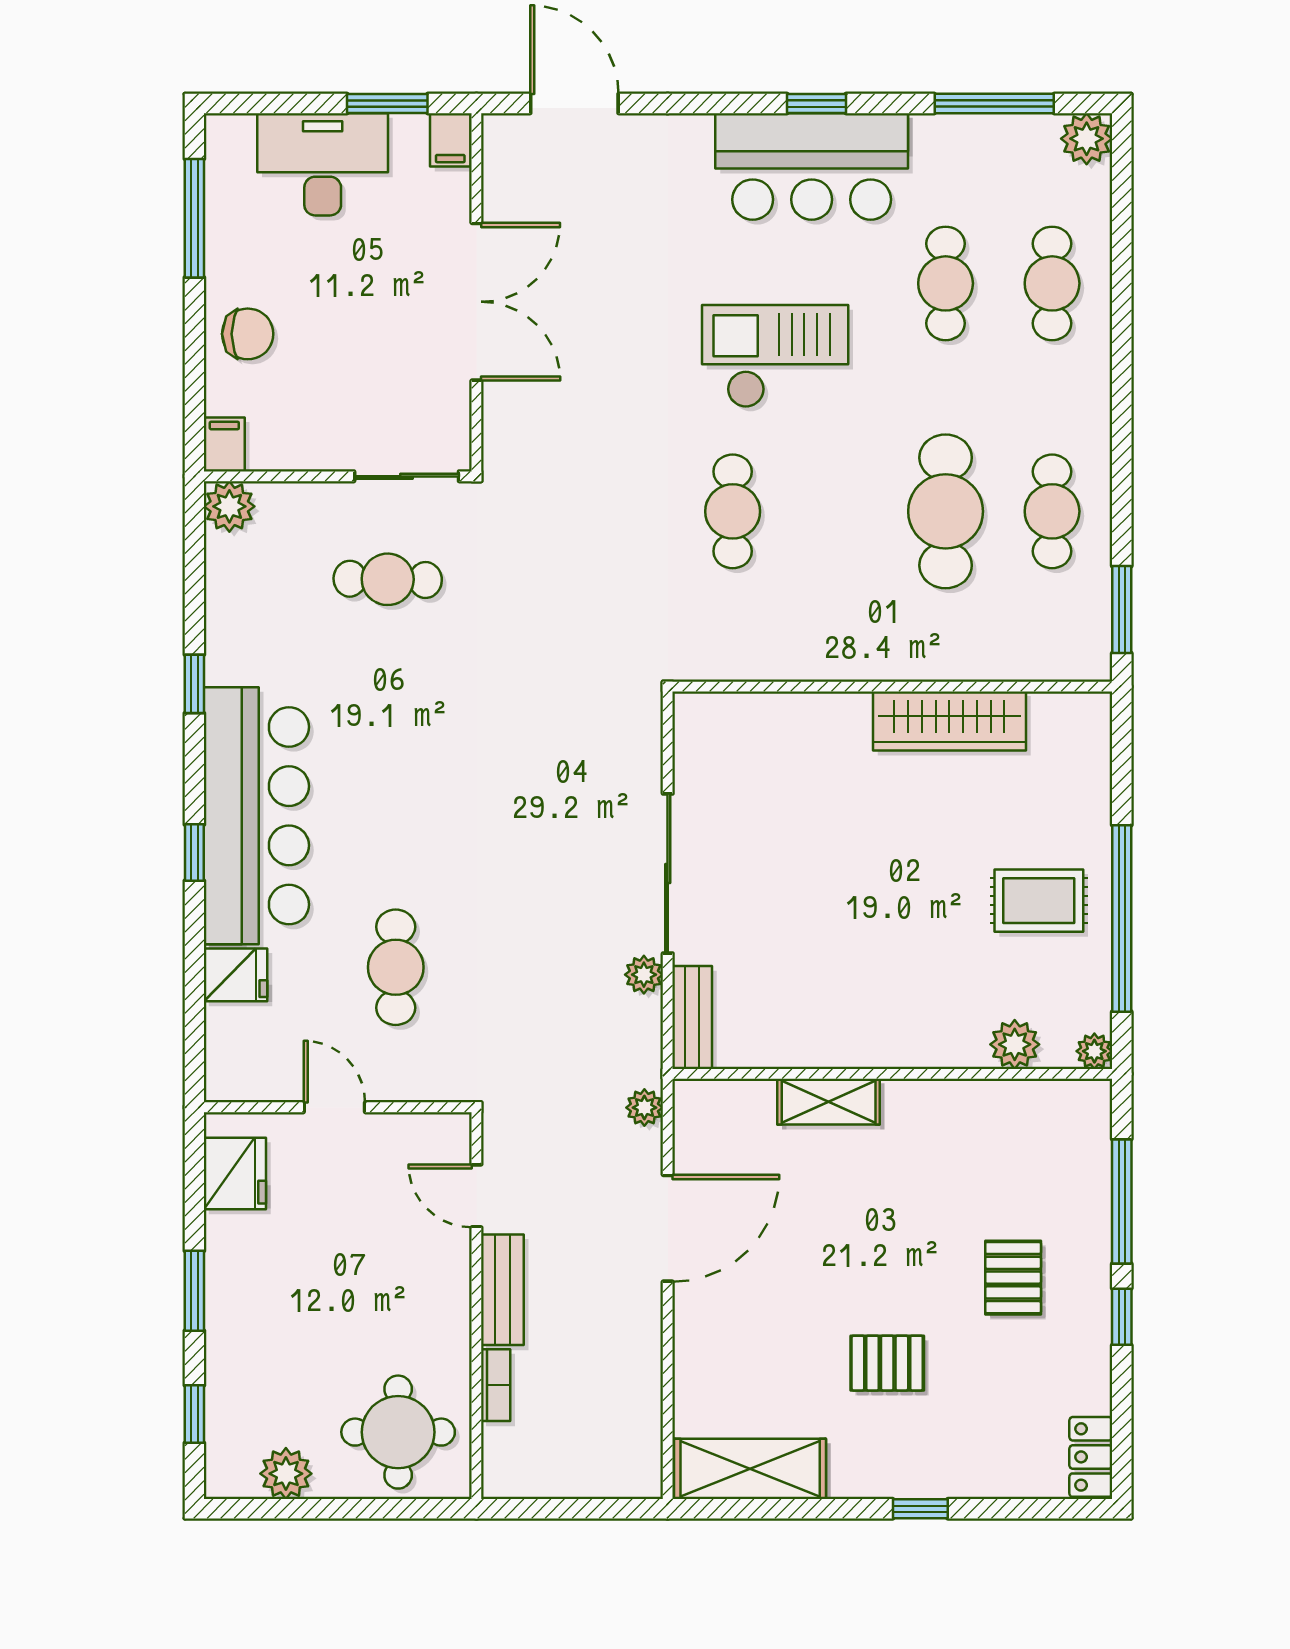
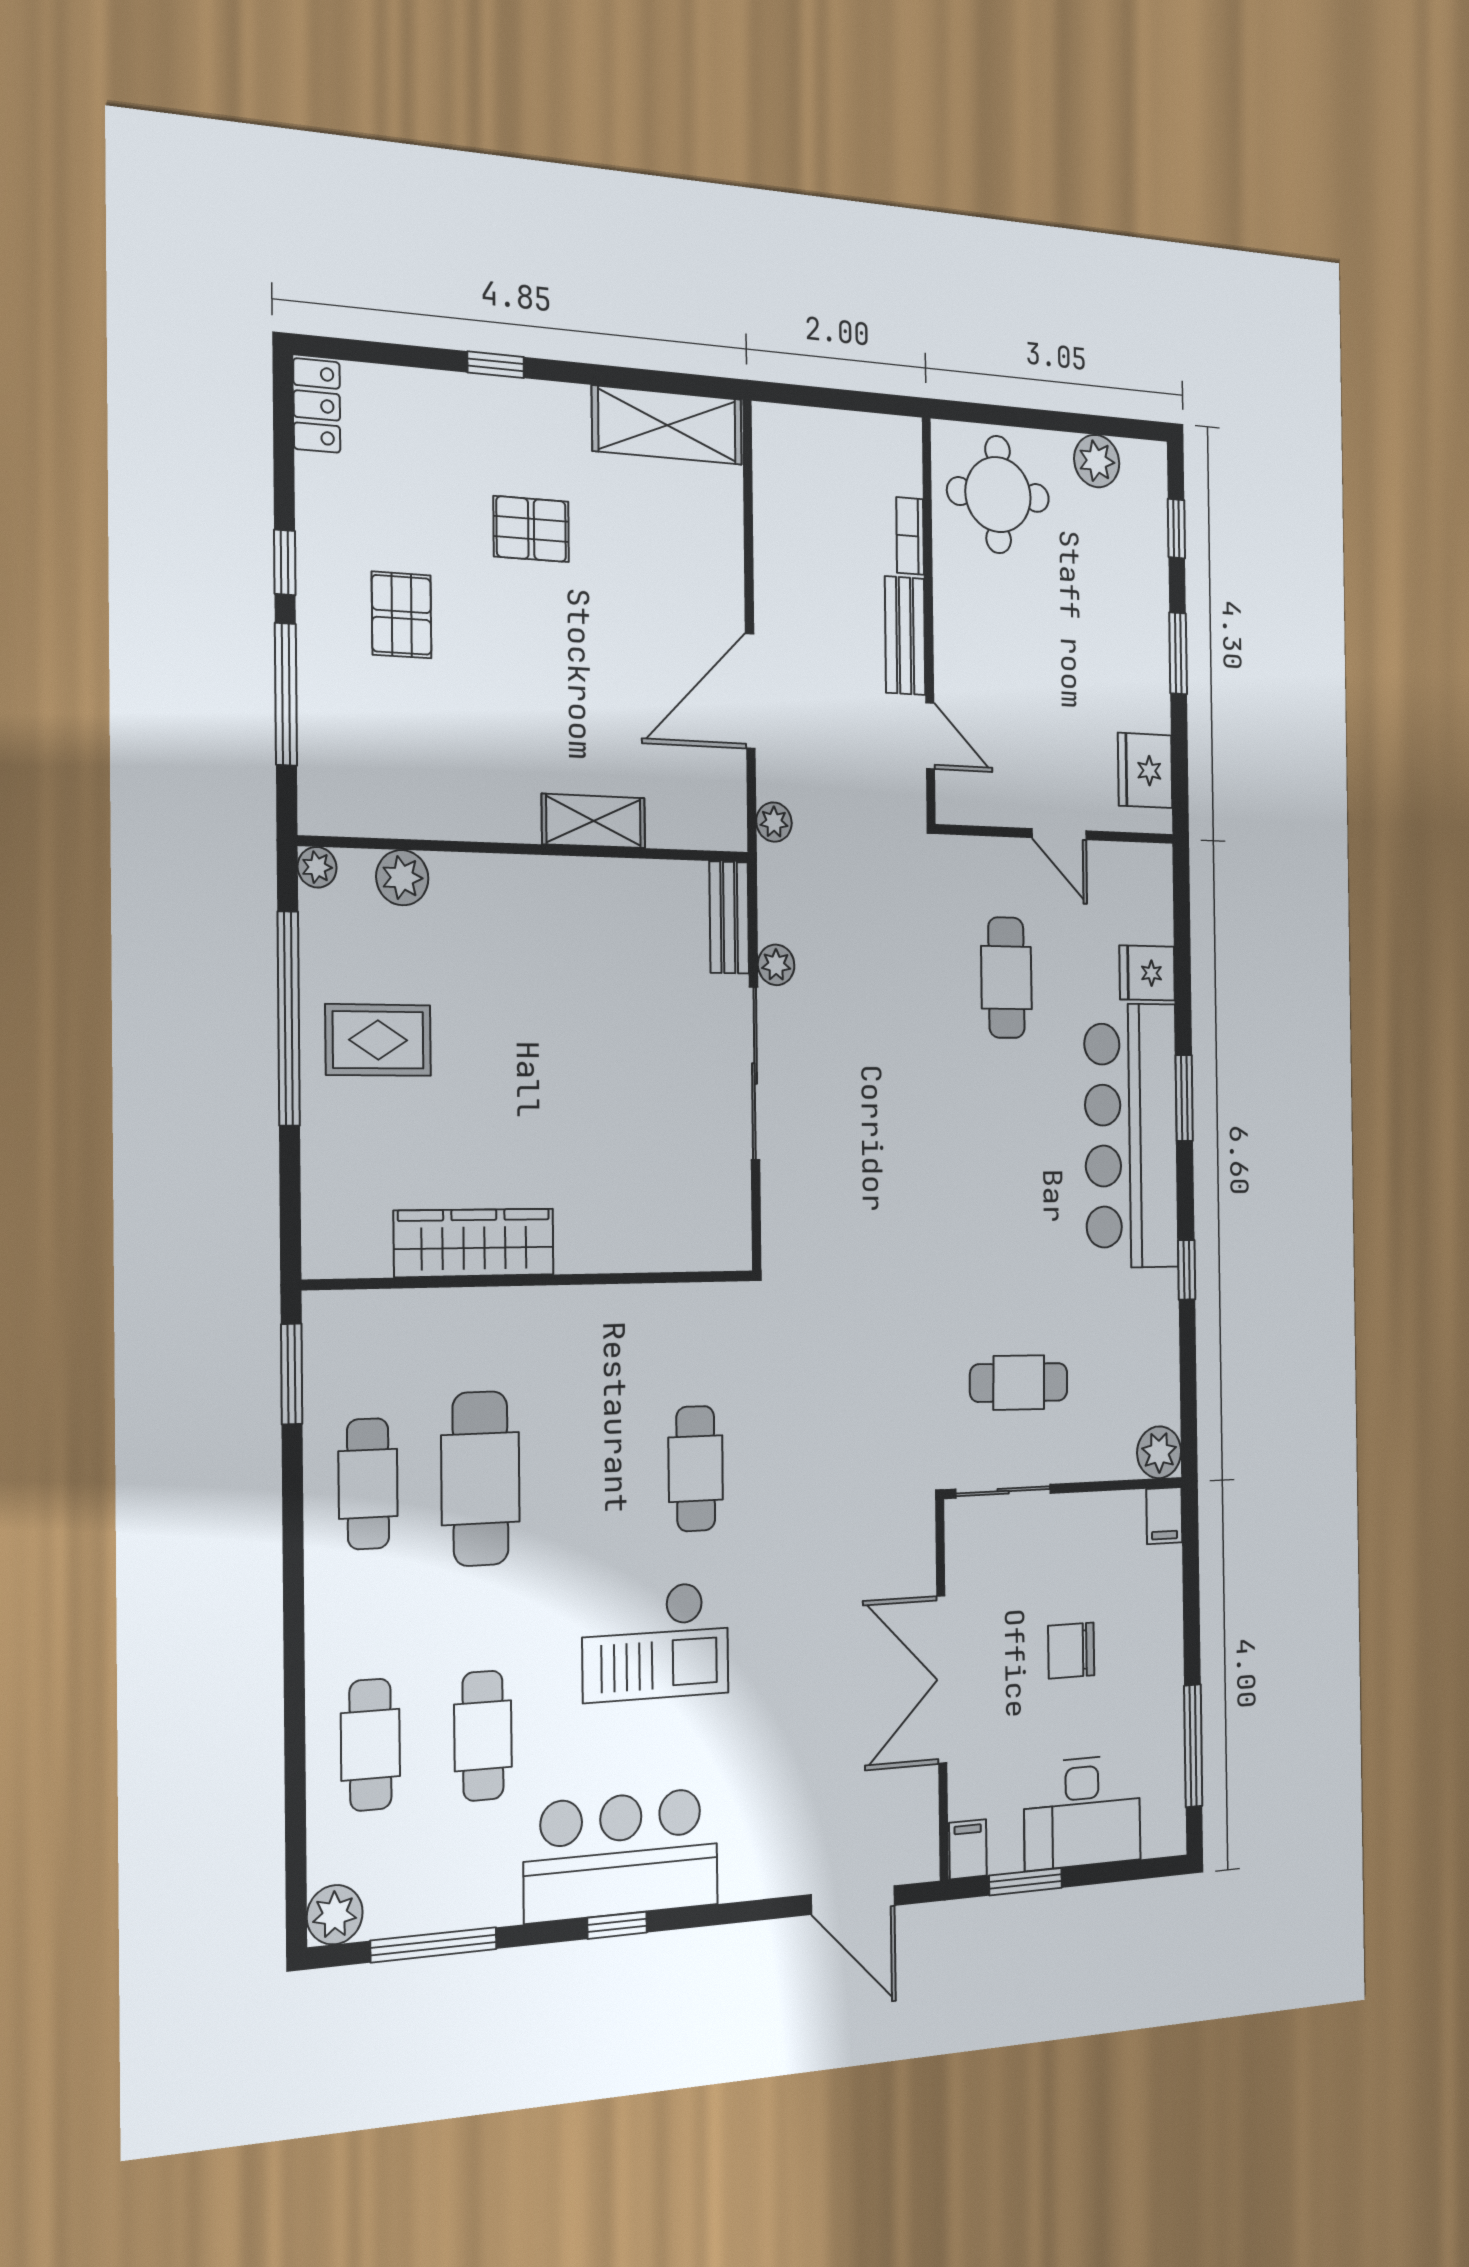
chair: (248, 334) -> (1071, 1651), moved
window: (194, 853) -> (1184, 1098), width x1.50

